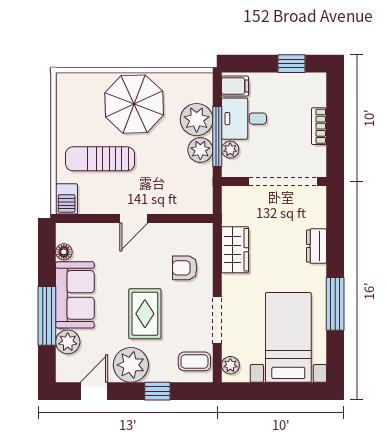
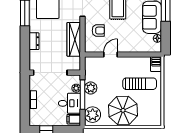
plant: (197, 120) -> (93, 115), moved
door: (134, 219) -> (110, 55), moved
wardrobe: (235, 250) -> (74, 39), width x1.50

